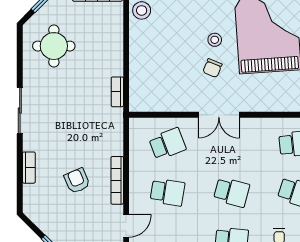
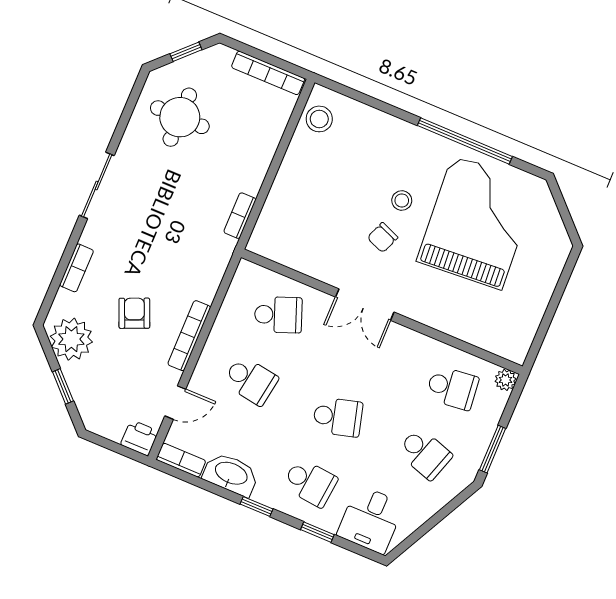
school desk: (232, 192) -> (338, 417), turned -30
plant: (44, 214) -> (71, 339), added

